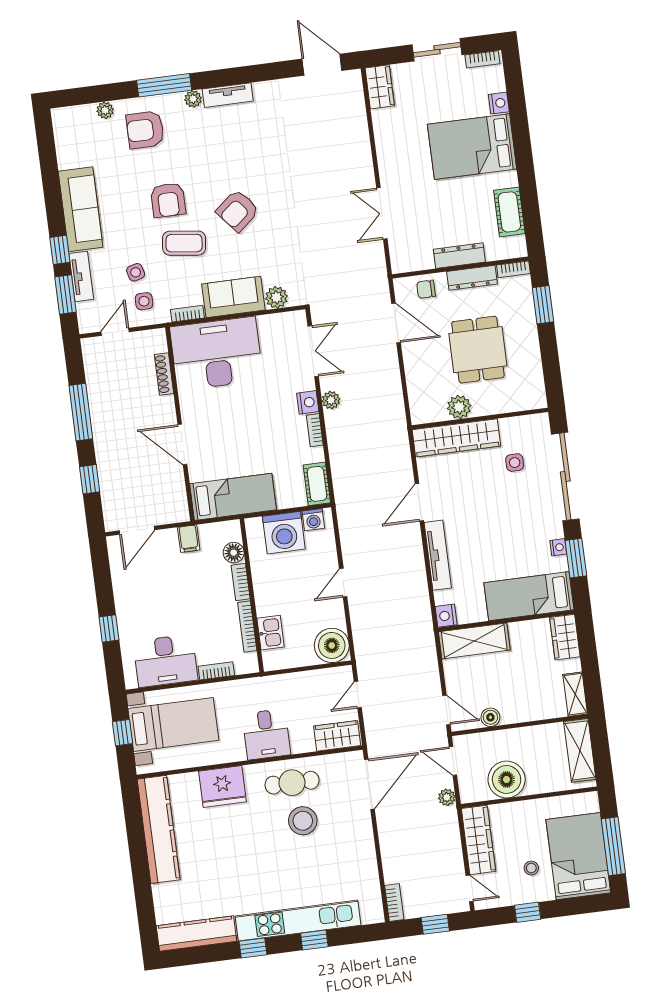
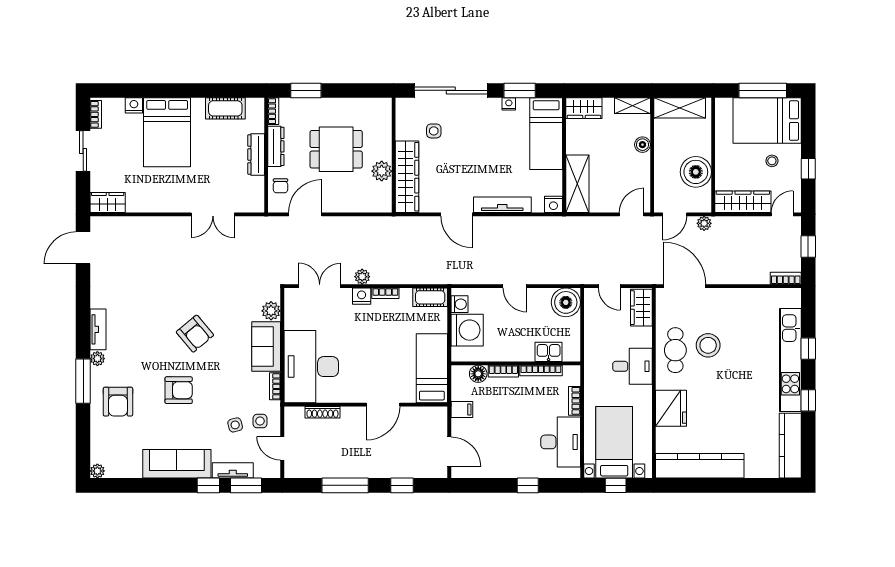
plant: (105, 110) -> (97, 471), moved
coffee table: (184, 243) -> (216, 382), removed
boiler: (490, 717) -> (642, 145), moved

